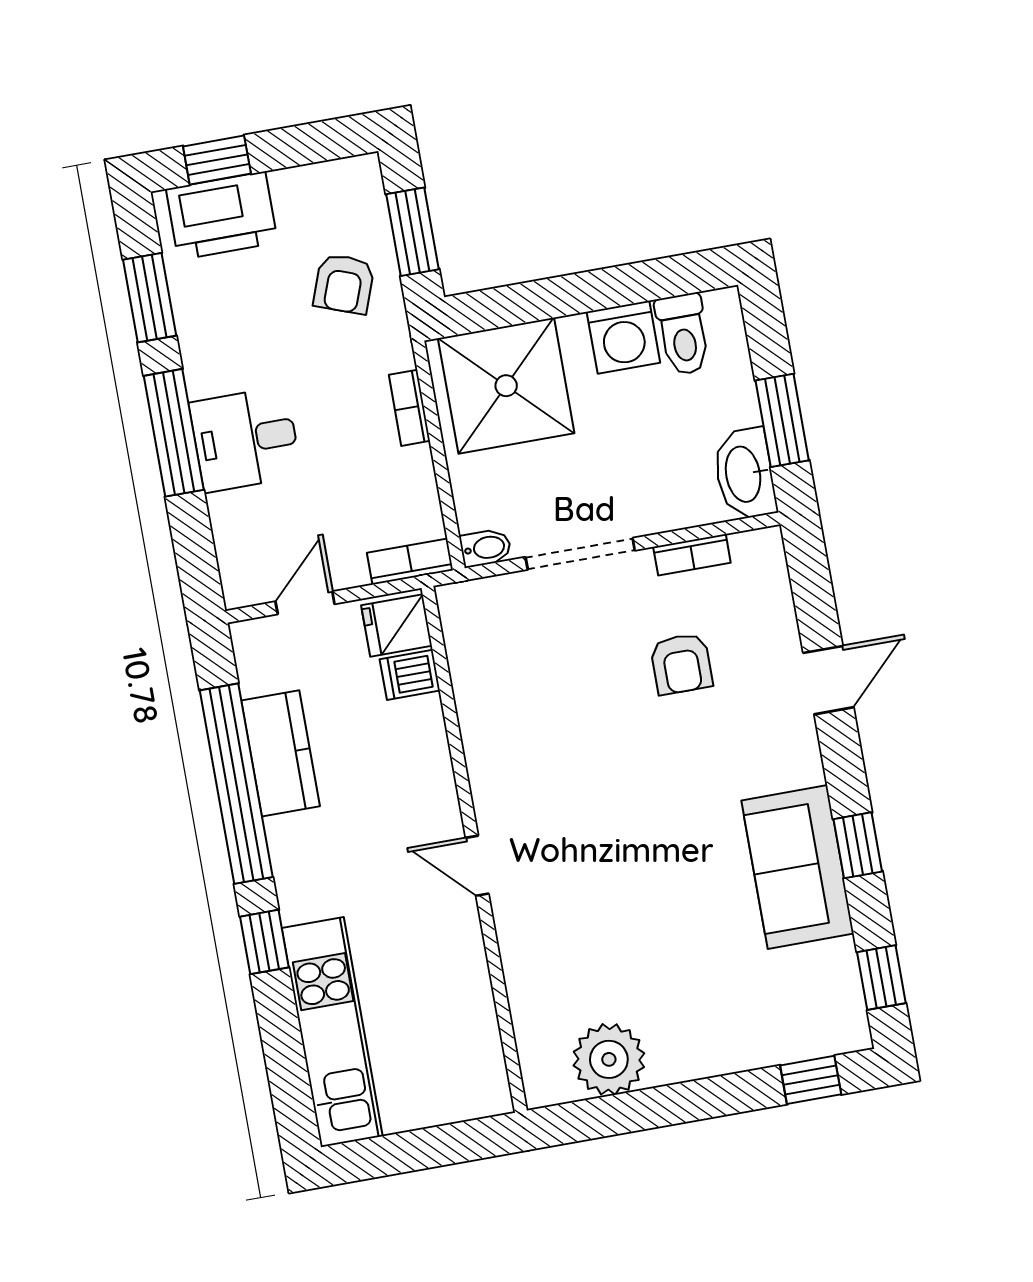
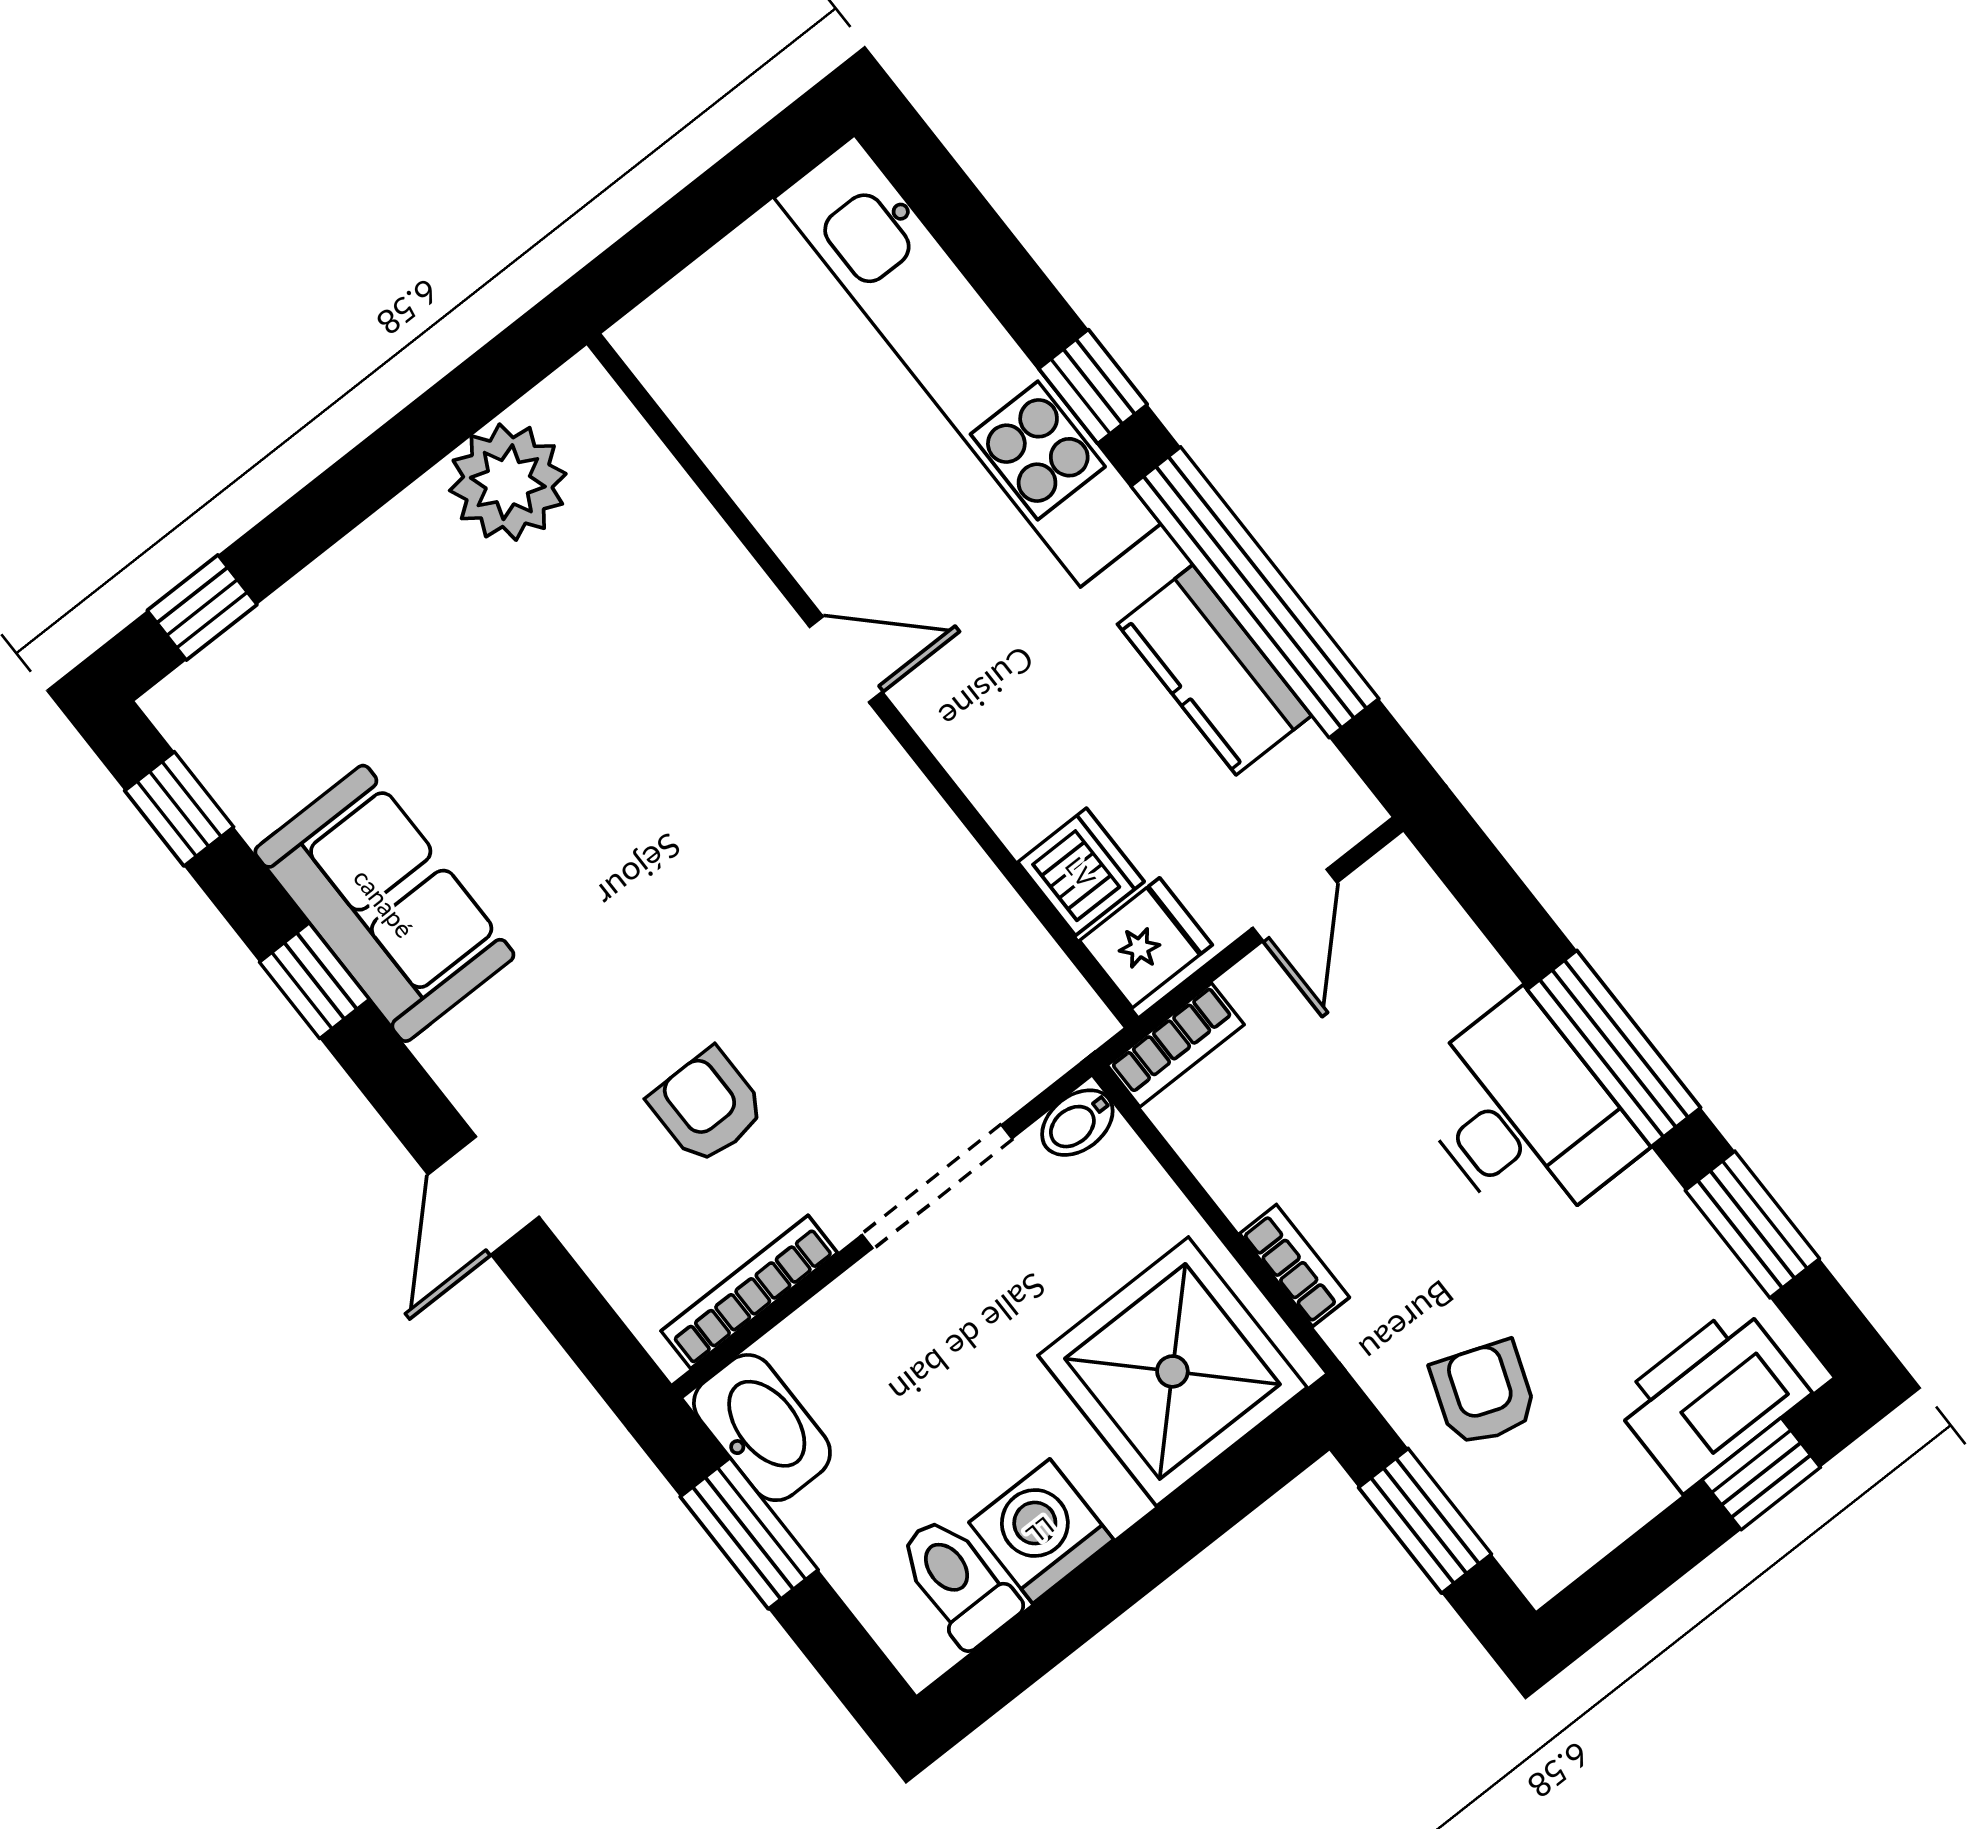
desk: (245, 439) -> (1523, 1116), width x1.37
bookcase: (692, 555) -> (749, 1292), width x1.56
dishwasher: (410, 675) -> (1081, 872), width x1.38
kitchen unit: (332, 1032) -> (967, 361), width x1.36

